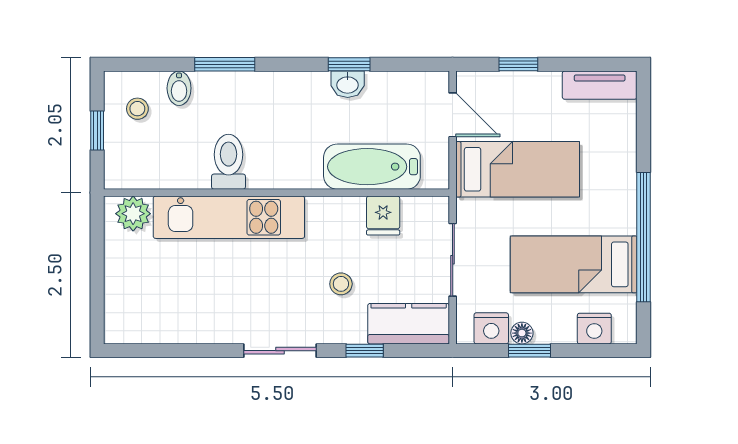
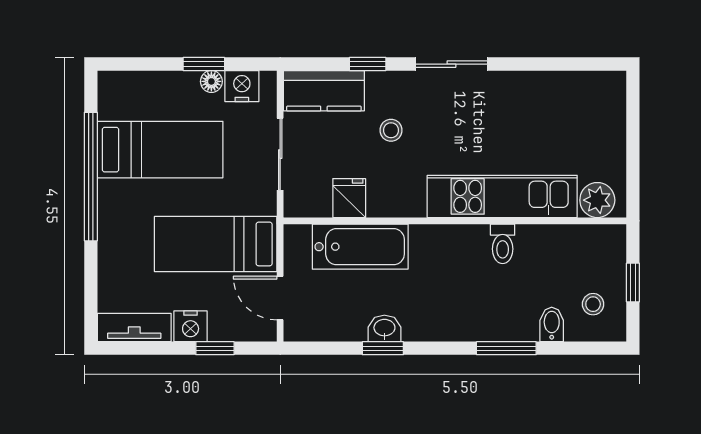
toilet: (228, 162) -> (503, 244), width x0.73, depth x0.72
nightstand: (594, 329) -> (191, 326), moved, turned 180

